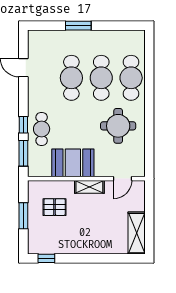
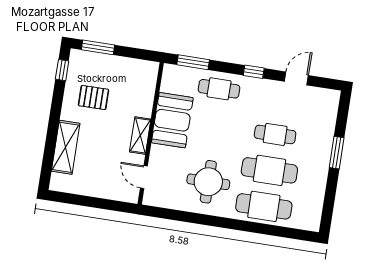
cafe table: (71, 78) -> (275, 134), width x0.73, depth x0.74
window: (23, 125) -> (254, 72), moved
pallet: (55, 207) -> (94, 98), moved, turned 90
window: (23, 216) -> (98, 47), moved
shelving: (137, 233) -> (66, 147), moved, turned 90

